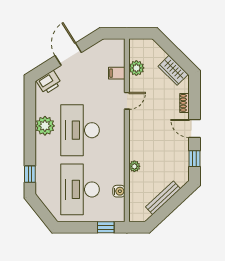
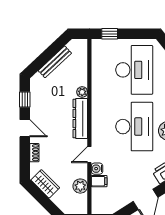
dresser: (136, 139) -> (80, 119), added
water cooler: (119, 191) -> (97, 169), moved

